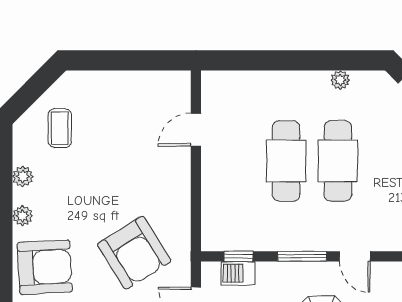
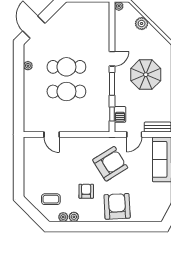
armchair: (77, 202) -> (86, 191), added
plant: (22, 216) -> (63, 217), moved

